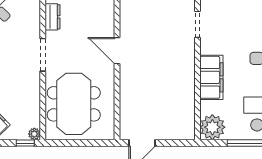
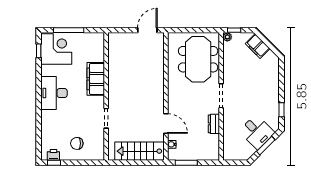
door: (117, 51) -> (166, 124), moved
plant: (212, 127) -> (95, 42), removed

